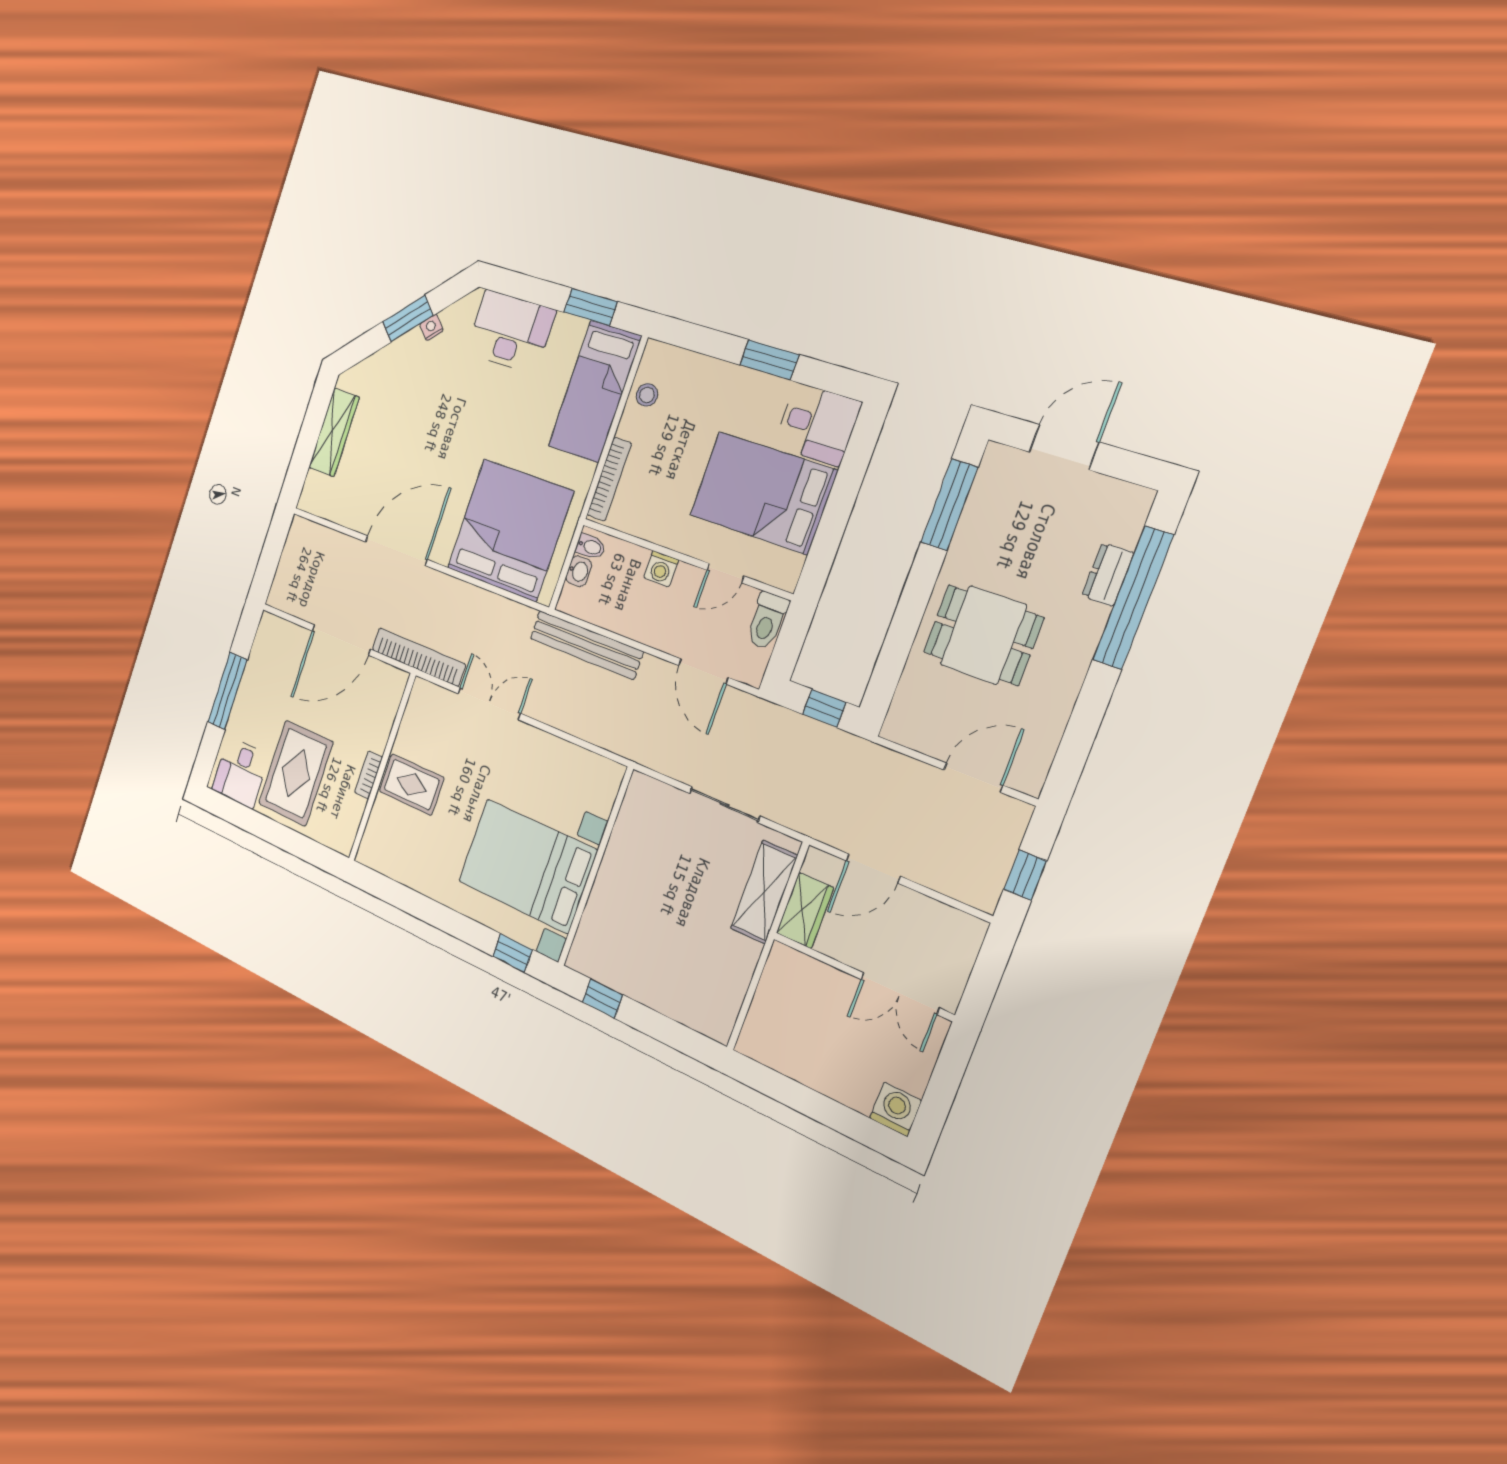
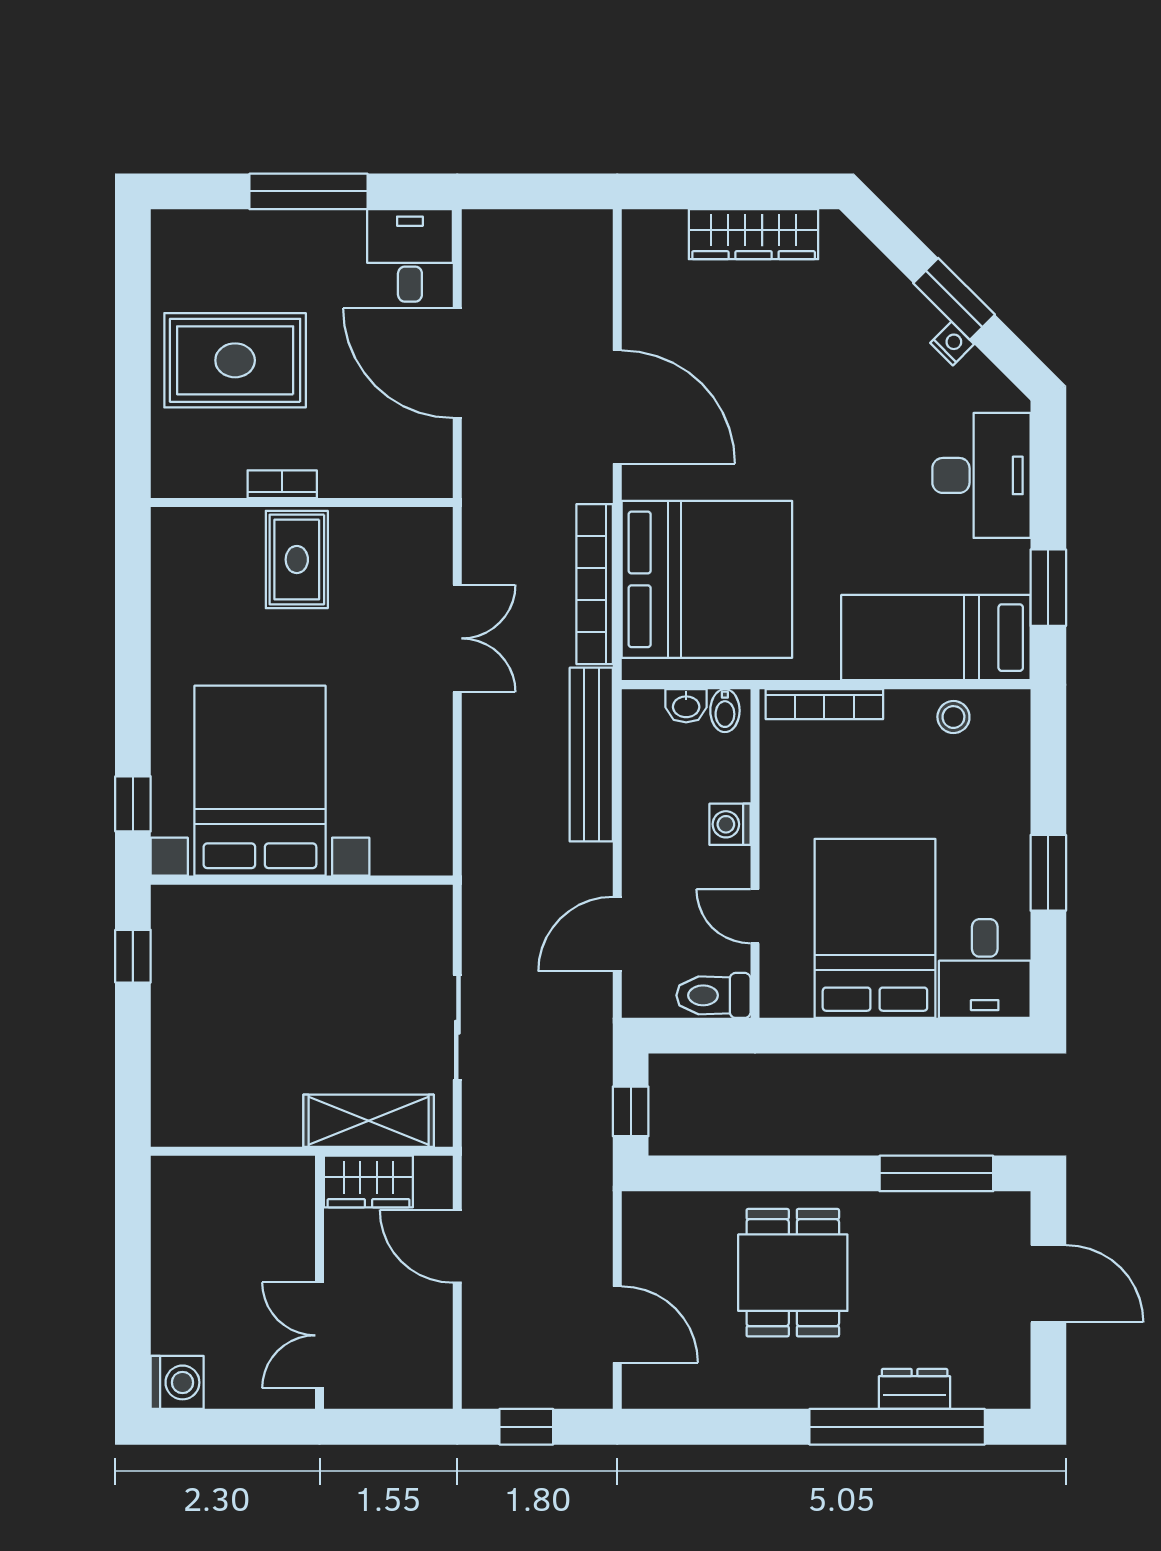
bookcase: (418, 657) -> (595, 584), moved, turned 180
desk: (241, 772) -> (410, 255), moved, turned 90

